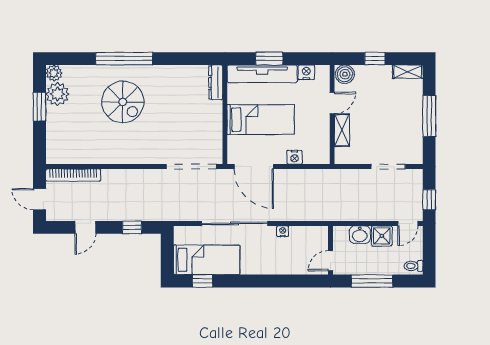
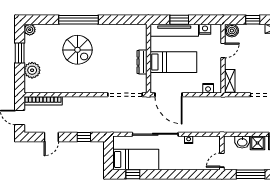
dresser: (216, 82) -> (142, 62), moved
plant: (57, 94) -> (32, 70), moved
shelving: (342, 130) -> (230, 81), moved
nightstand: (295, 157) -> (208, 88), moved

